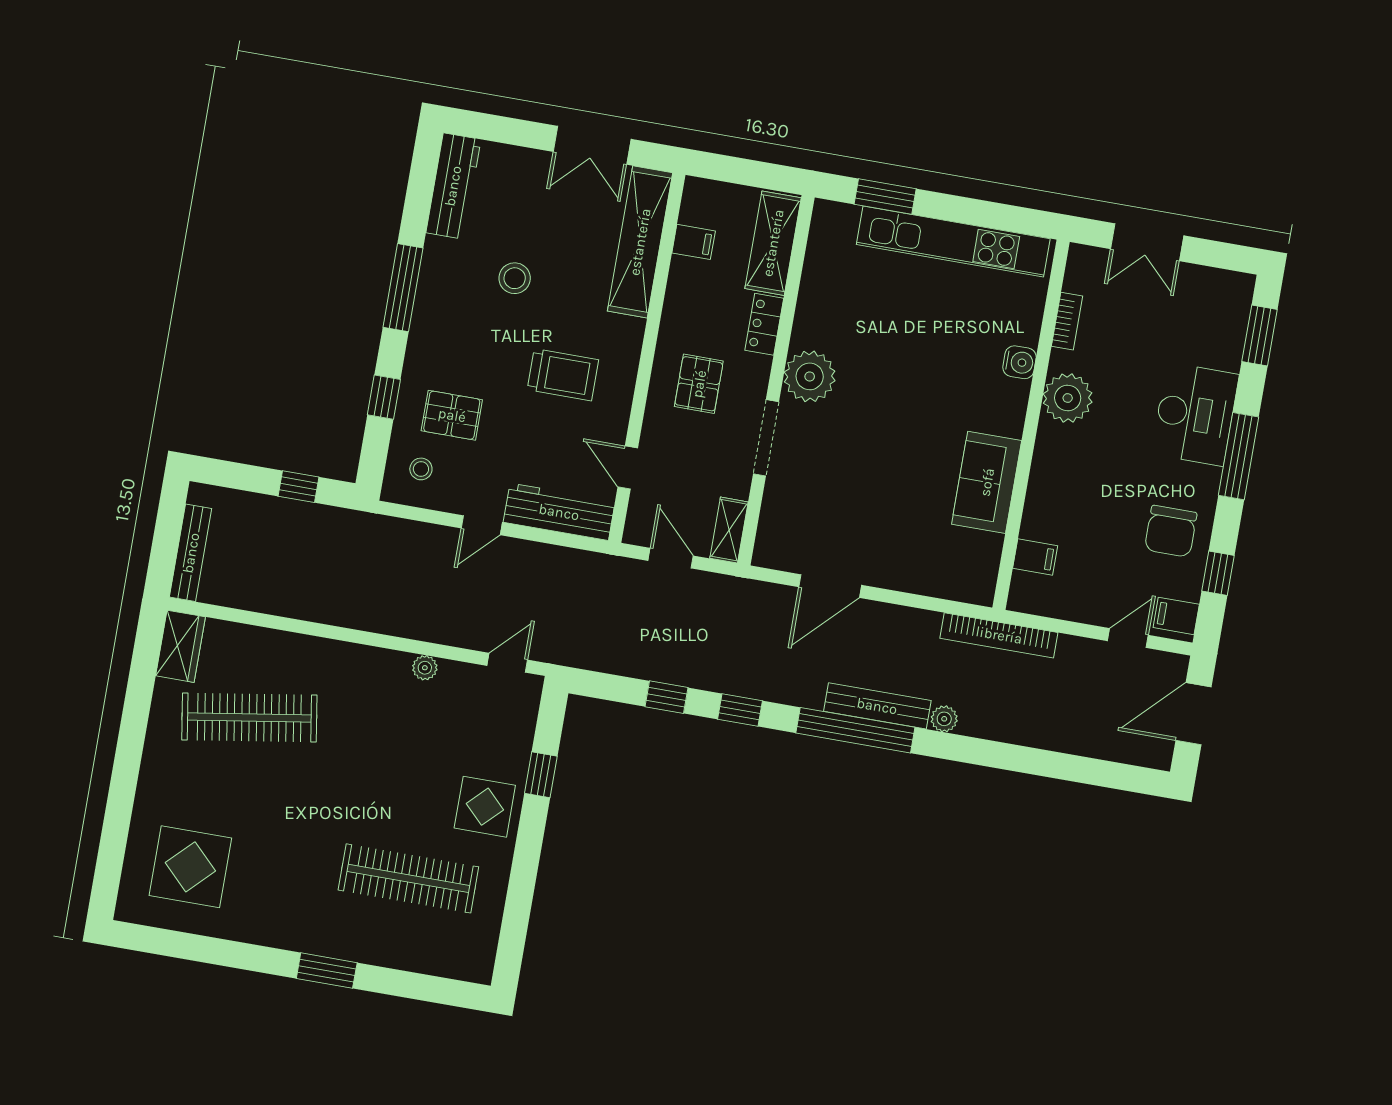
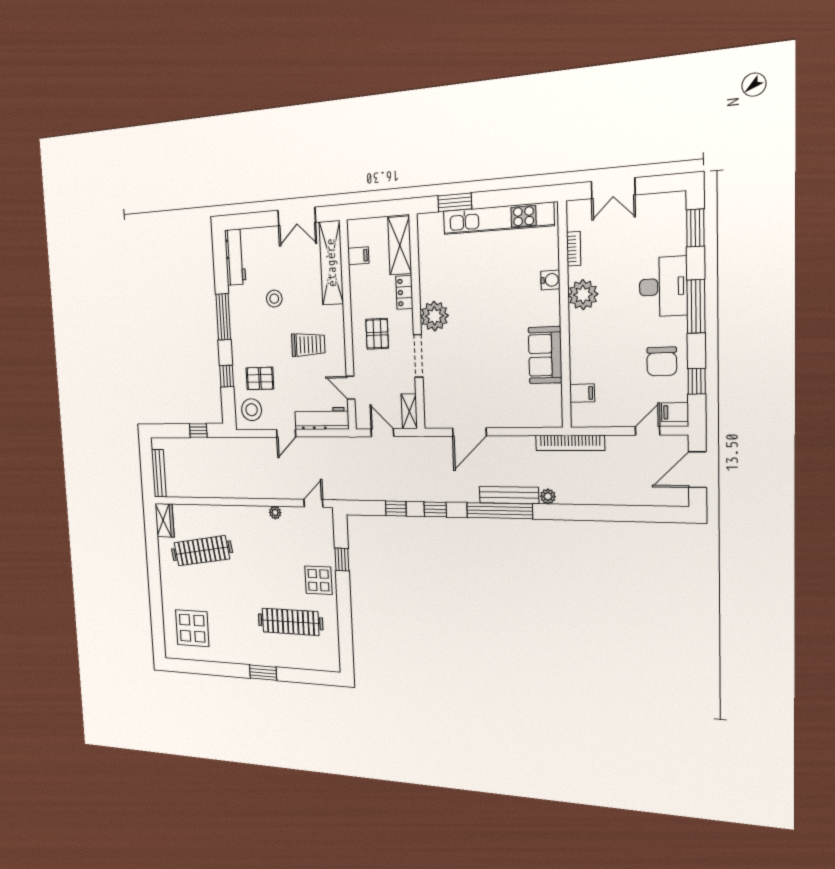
stool: (421, 469) -> (252, 410), width x1.89, depth x1.89

